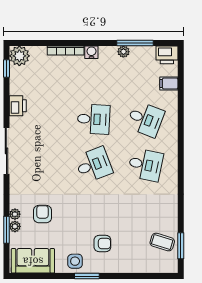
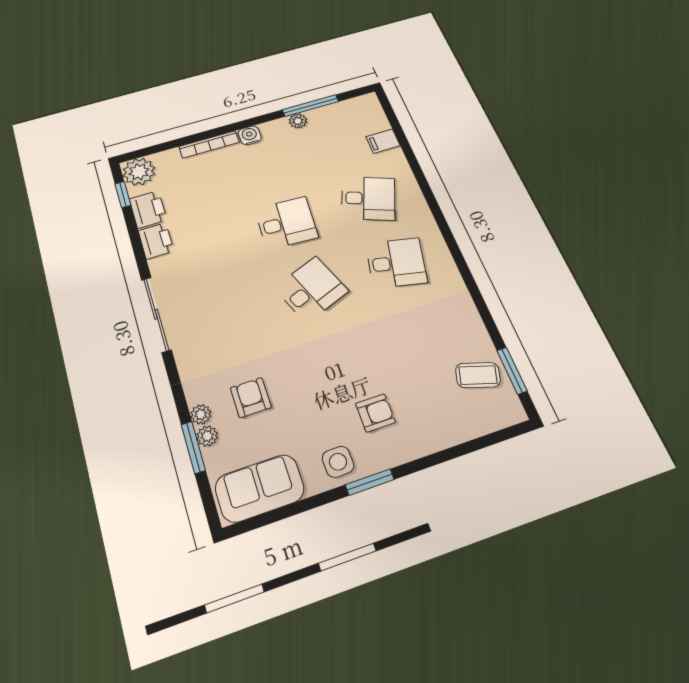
printer: (167, 55) -> (148, 209), moved, turned -90

